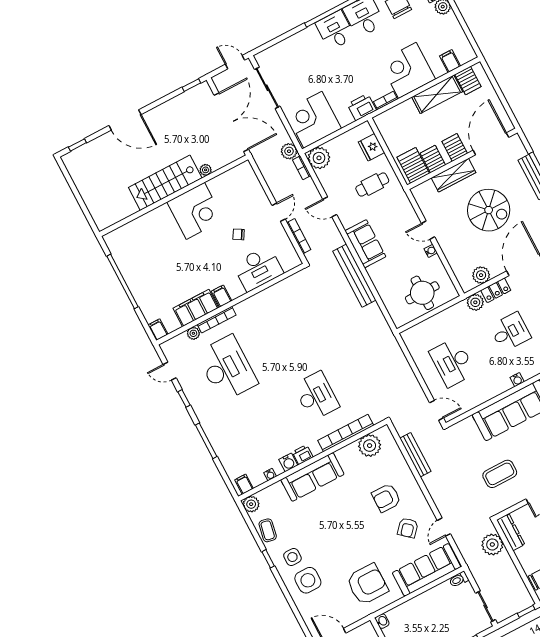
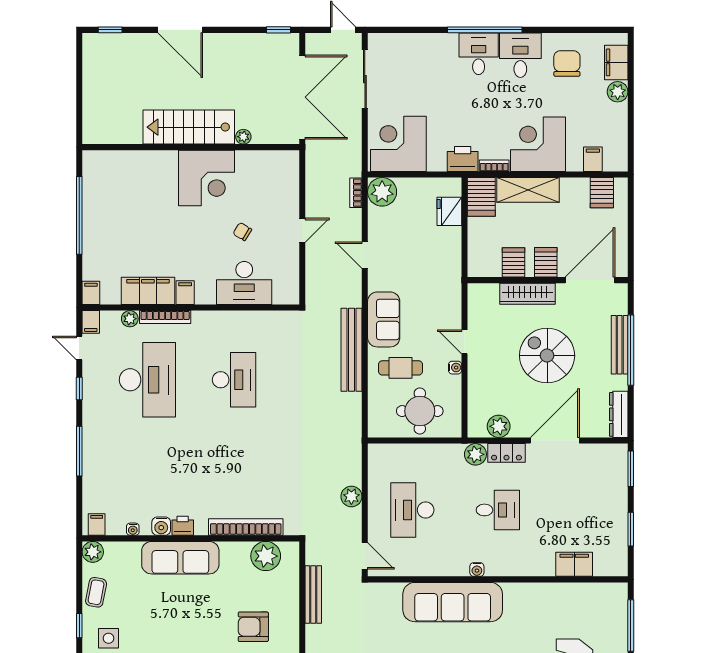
shelving: (437, 94) -> (528, 190), moved
plant: (289, 151) -> (351, 496), moved
server rack: (413, 165) -> (481, 197), moved, turned 180
cafe table: (372, 185) -> (400, 368), moved
spiral stairs: (489, 210) -> (547, 356), turned 180
bookcase: (299, 236) -> (311, 270), removed
filing cabinet: (168, 349) -> (91, 322), added
desk: (316, 396) -> (234, 380), moved

